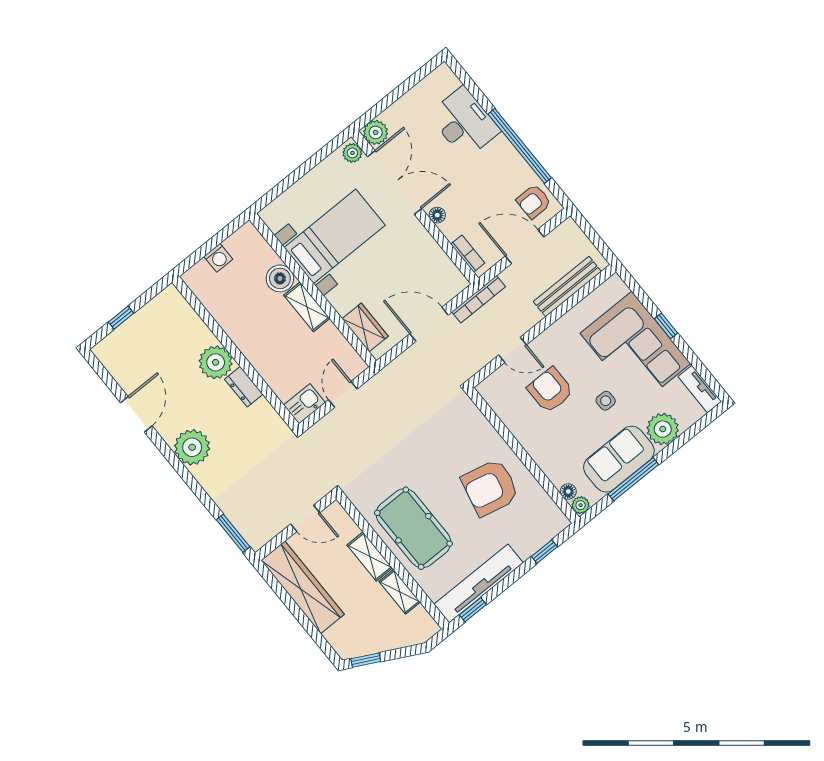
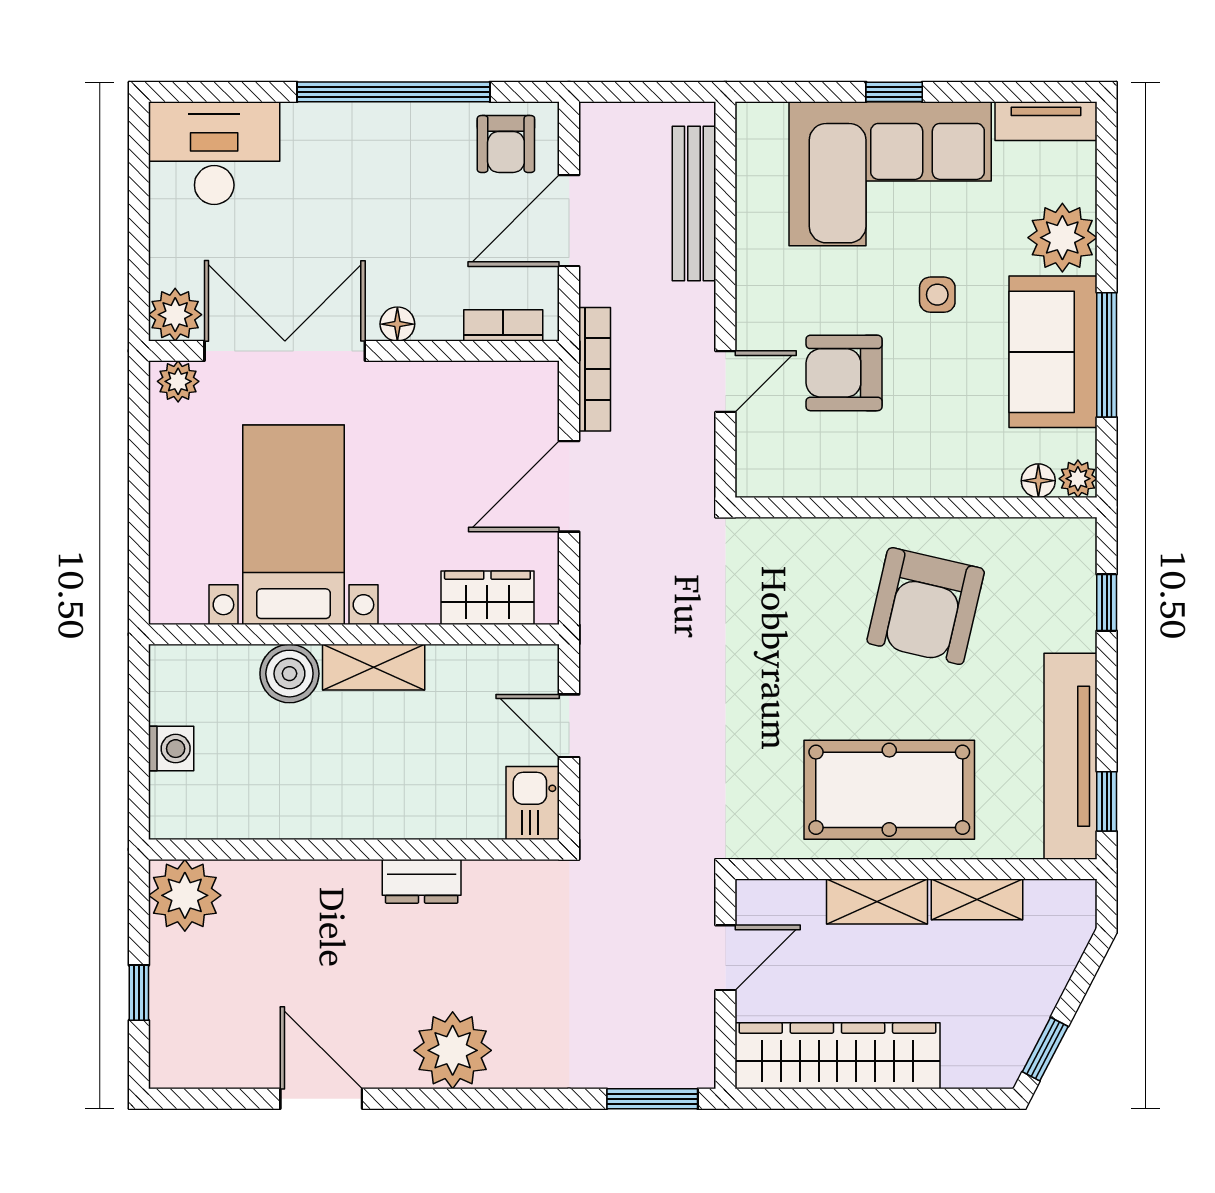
desk: (464, 123) -> (214, 153), moved
plant: (216, 362) -> (185, 895), moved

